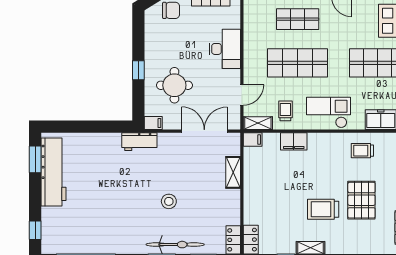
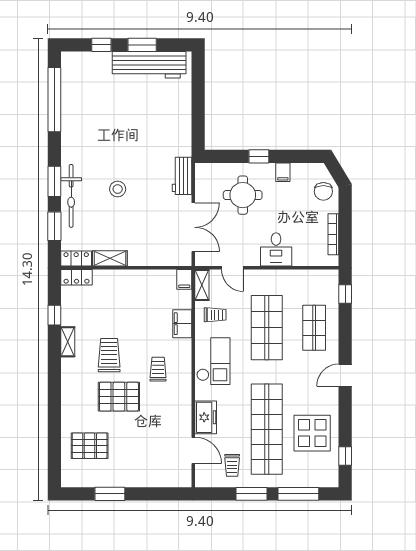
desk: (225, 49) -> (276, 249), width x0.73
filing cabinet: (153, 123) -> (283, 172), moved
workbench: (139, 142) -> (182, 176), moved
trolley: (362, 151) -> (158, 369), moved
window: (35, 159) -> (142, 45), moved
shelving: (233, 172) -> (110, 258), moved
window: (35, 230) -> (101, 45), moved

